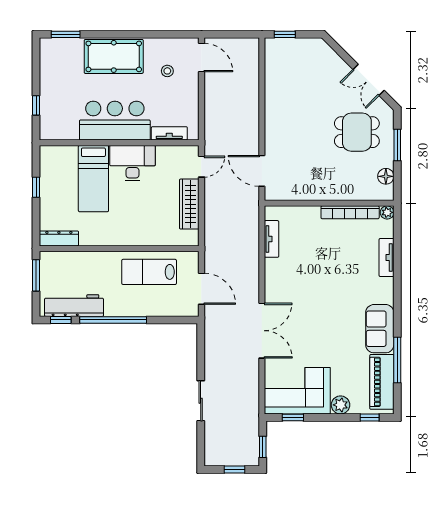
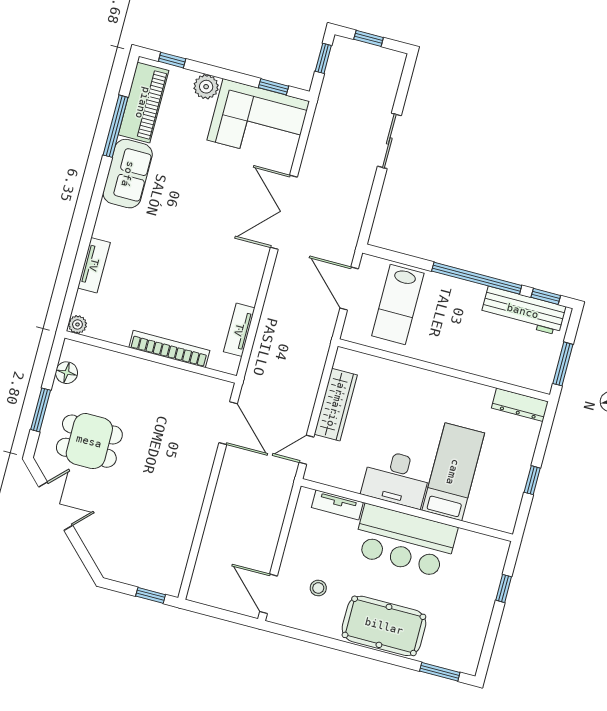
bookcase: (350, 212) -> (169, 349), moved
lab bench: (149, 272) -> (398, 304), moved, turned 90

